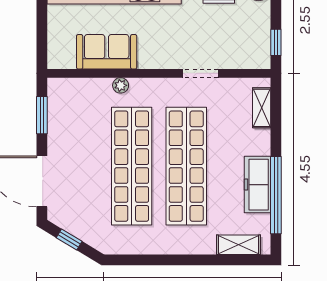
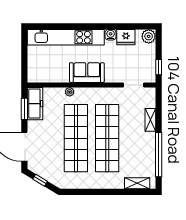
sofa: (107, 52) -> (87, 73), moved
doorway: (200, 73) -> (134, 85), moved
shelving: (262, 108) -> (150, 120), moved
freezer: (258, 185) -> (35, 104), moved, turned 180

